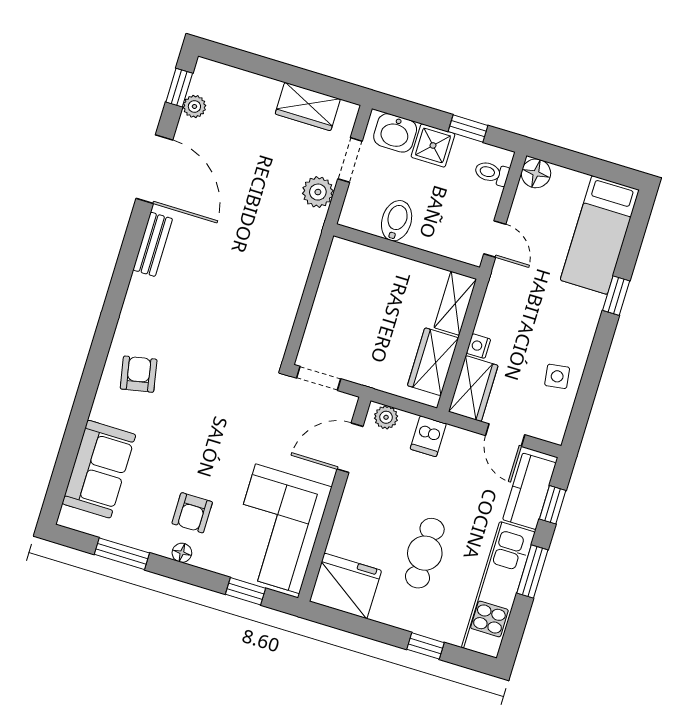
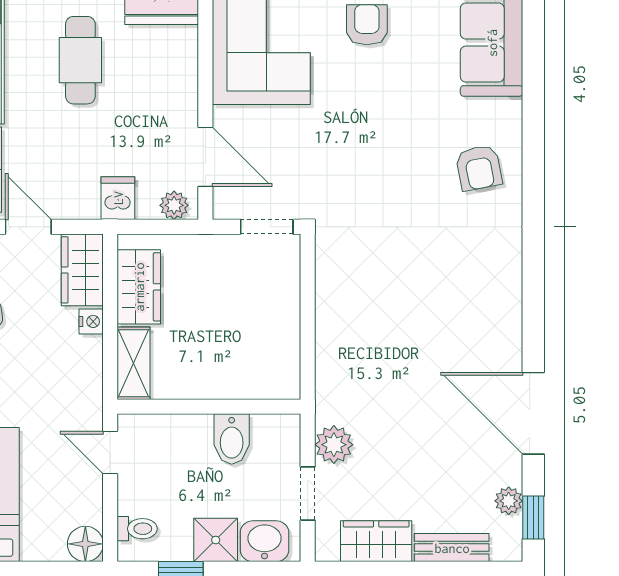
bench: (153, 244) -> (452, 548), moved, turned 90
door: (350, 448) -> (205, 157), hinge flipped

